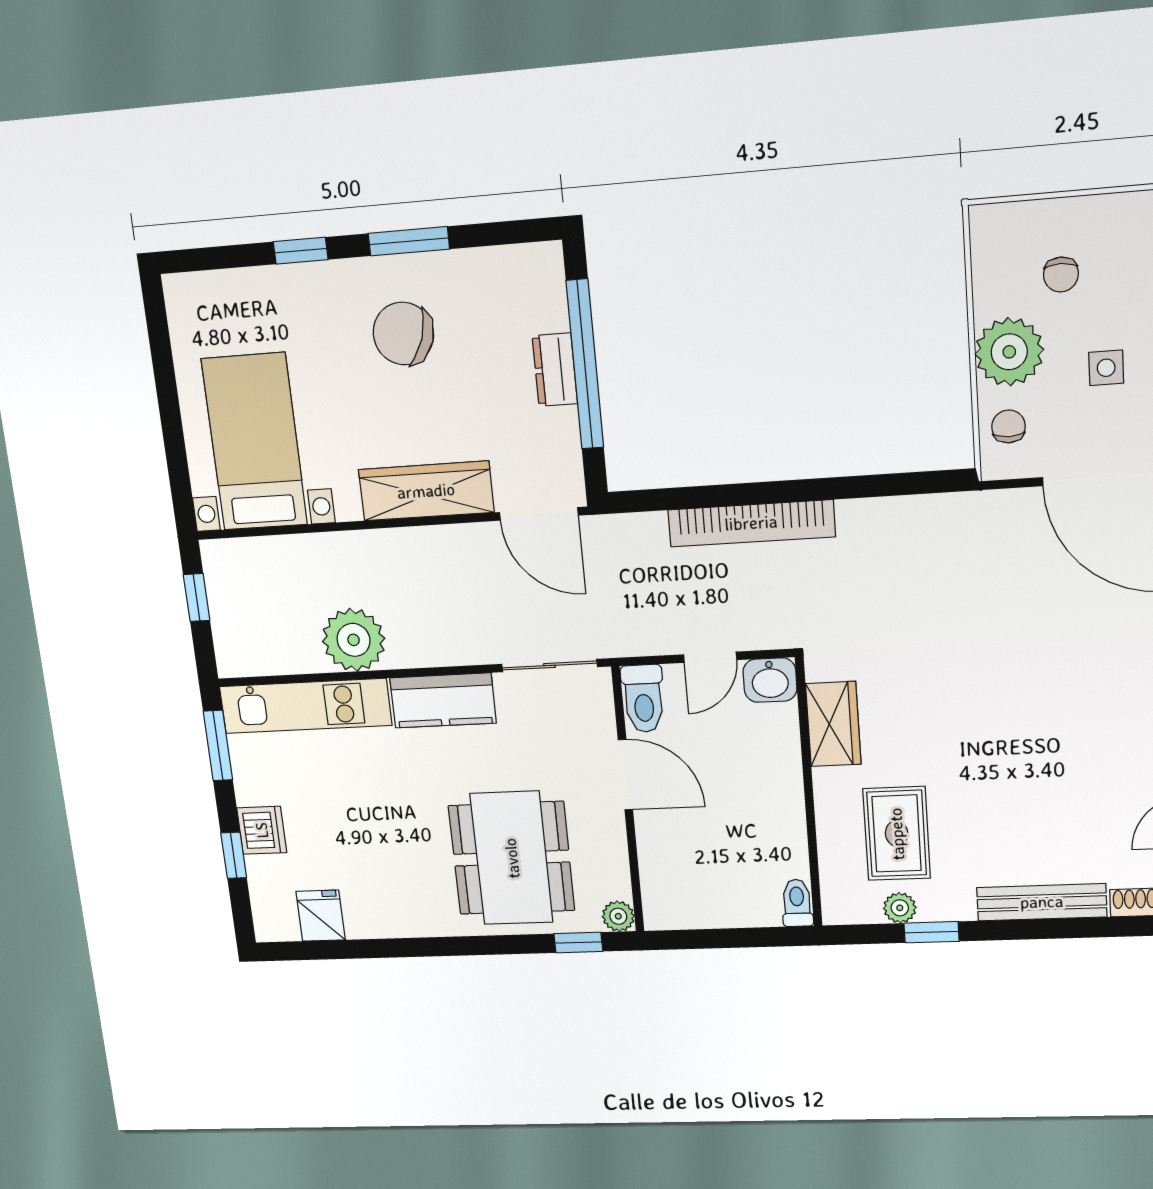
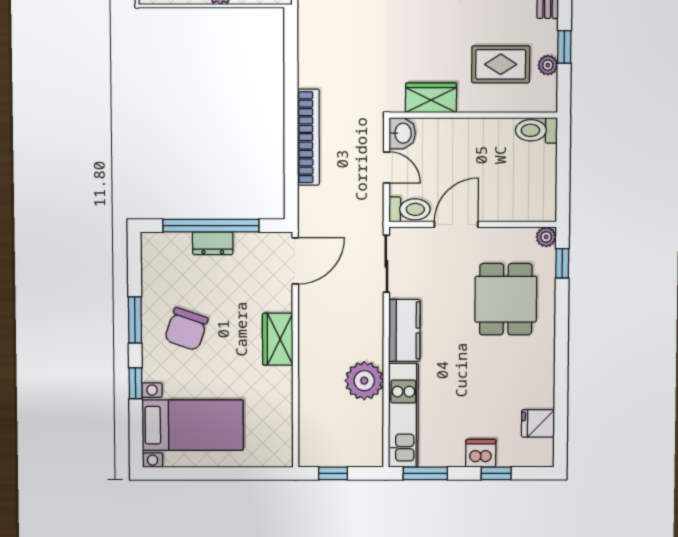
bed with nightstands: (254, 442) -> (193, 425), moved, turned 180
wardrobe: (426, 491) -> (278, 339), width x0.67
dining table: (512, 858) -> (506, 299), width x0.73
toilet: (797, 903) -> (536, 130), width x1.37, depth x1.39

